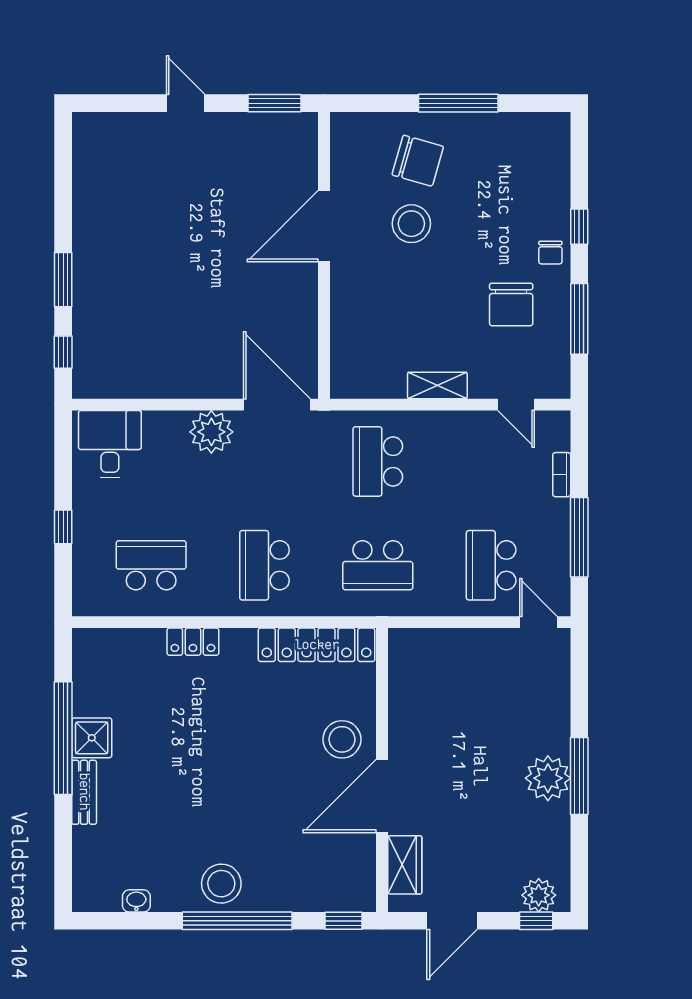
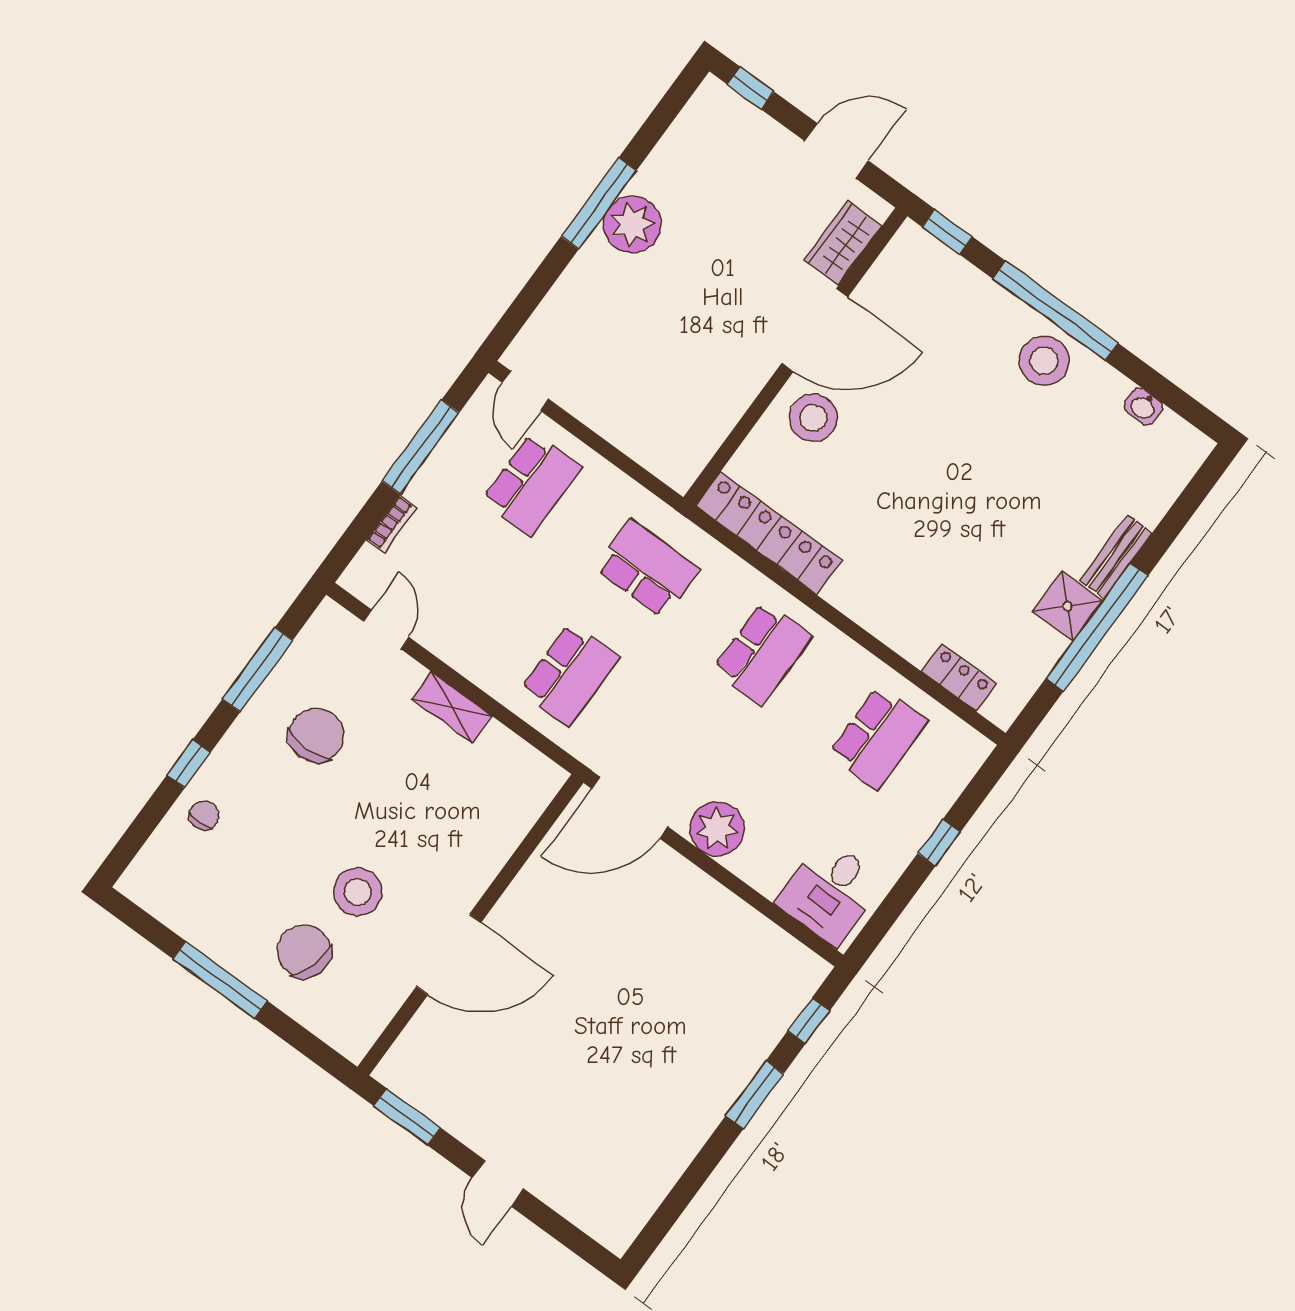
chair: (550, 253) -> (204, 815), moved
door: (277, 405) -> (630, 808), hinge flipped
school desk: (151, 565) -> (878, 738), turned -90
locker: (193, 642) -> (959, 678), moved
plant: (539, 895) -> (729, 112), removed

